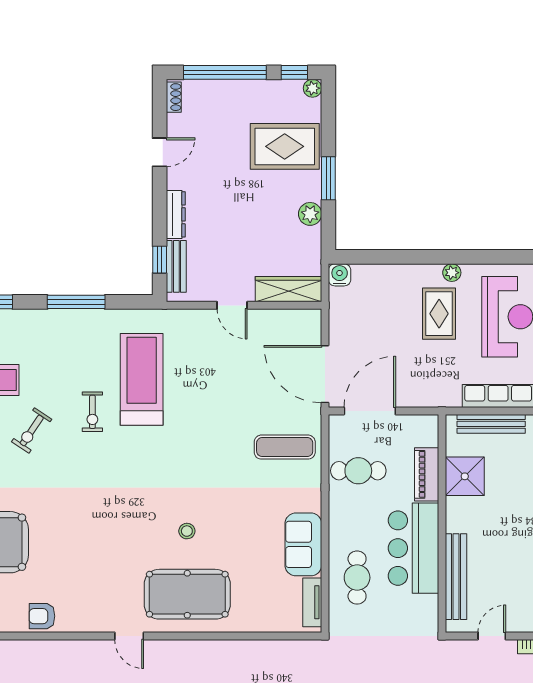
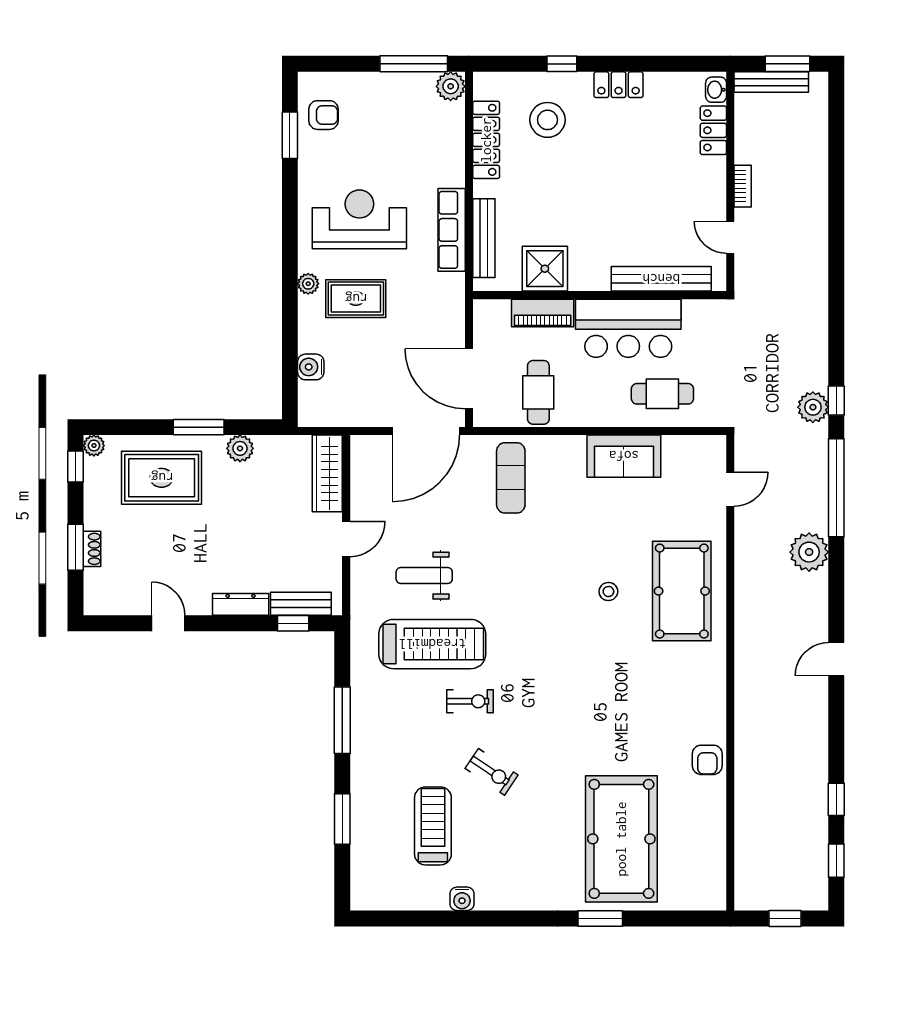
window: (225, 72) -> (76, 547), width x0.47
shoe rack: (174, 97) -> (92, 549), moved, turned 90
rug: (285, 146) -> (162, 478), turned 90
water cooler: (340, 275) -> (311, 367), moved
weight bench: (201, 372) -> (424, 576), added
treadmill: (142, 379) -> (432, 644), turned 180
tv unit: (312, 602) -> (691, 446), removed
door: (129, 636) -> (730, 489), moved

